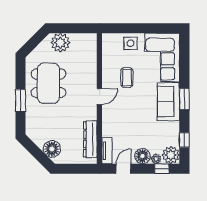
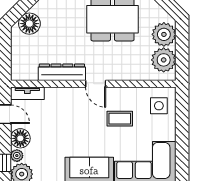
plant: (81, 43) -> (164, 60), added
side table: (130, 43) -> (159, 106), moved
dresser: (90, 139) -> (62, 72), moved

